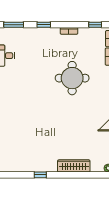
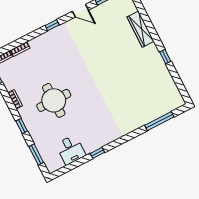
round table: (72, 78) -> (54, 100), moved

